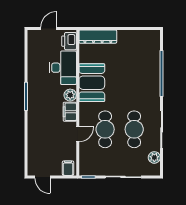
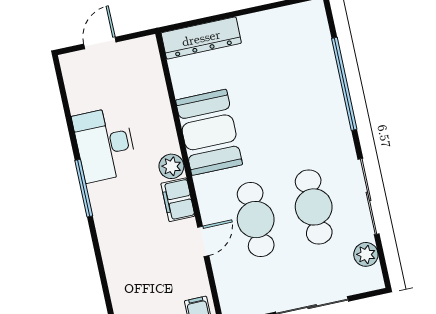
printer: (69, 41) -> (146, 59), removed
desk: (63, 68) -> (105, 144), moved, turned 180

